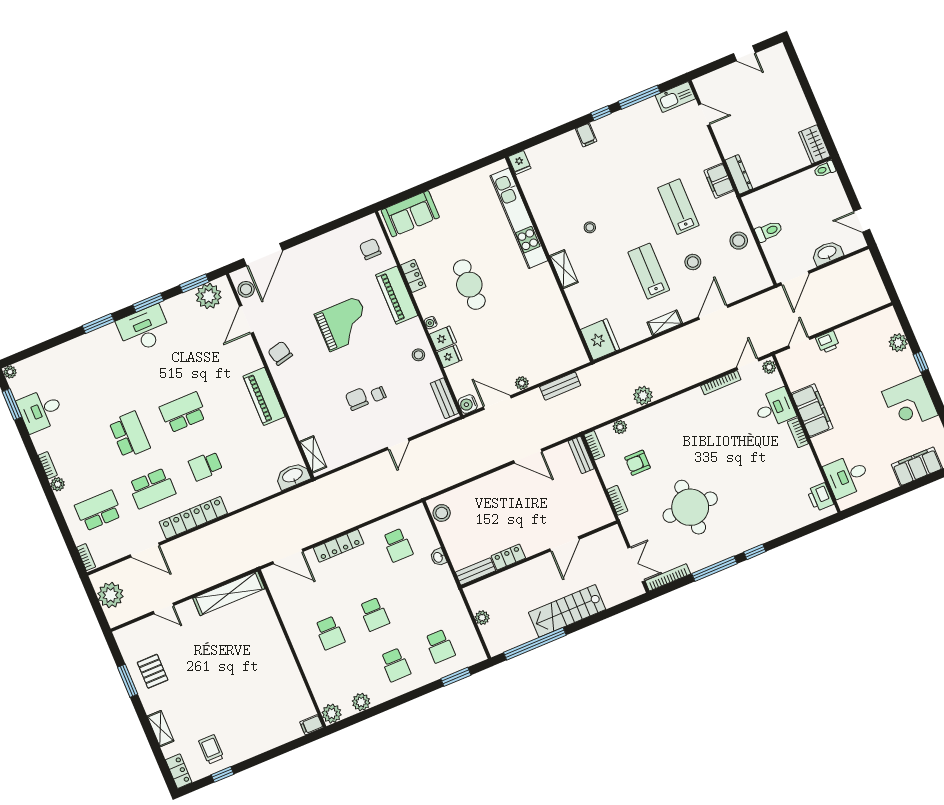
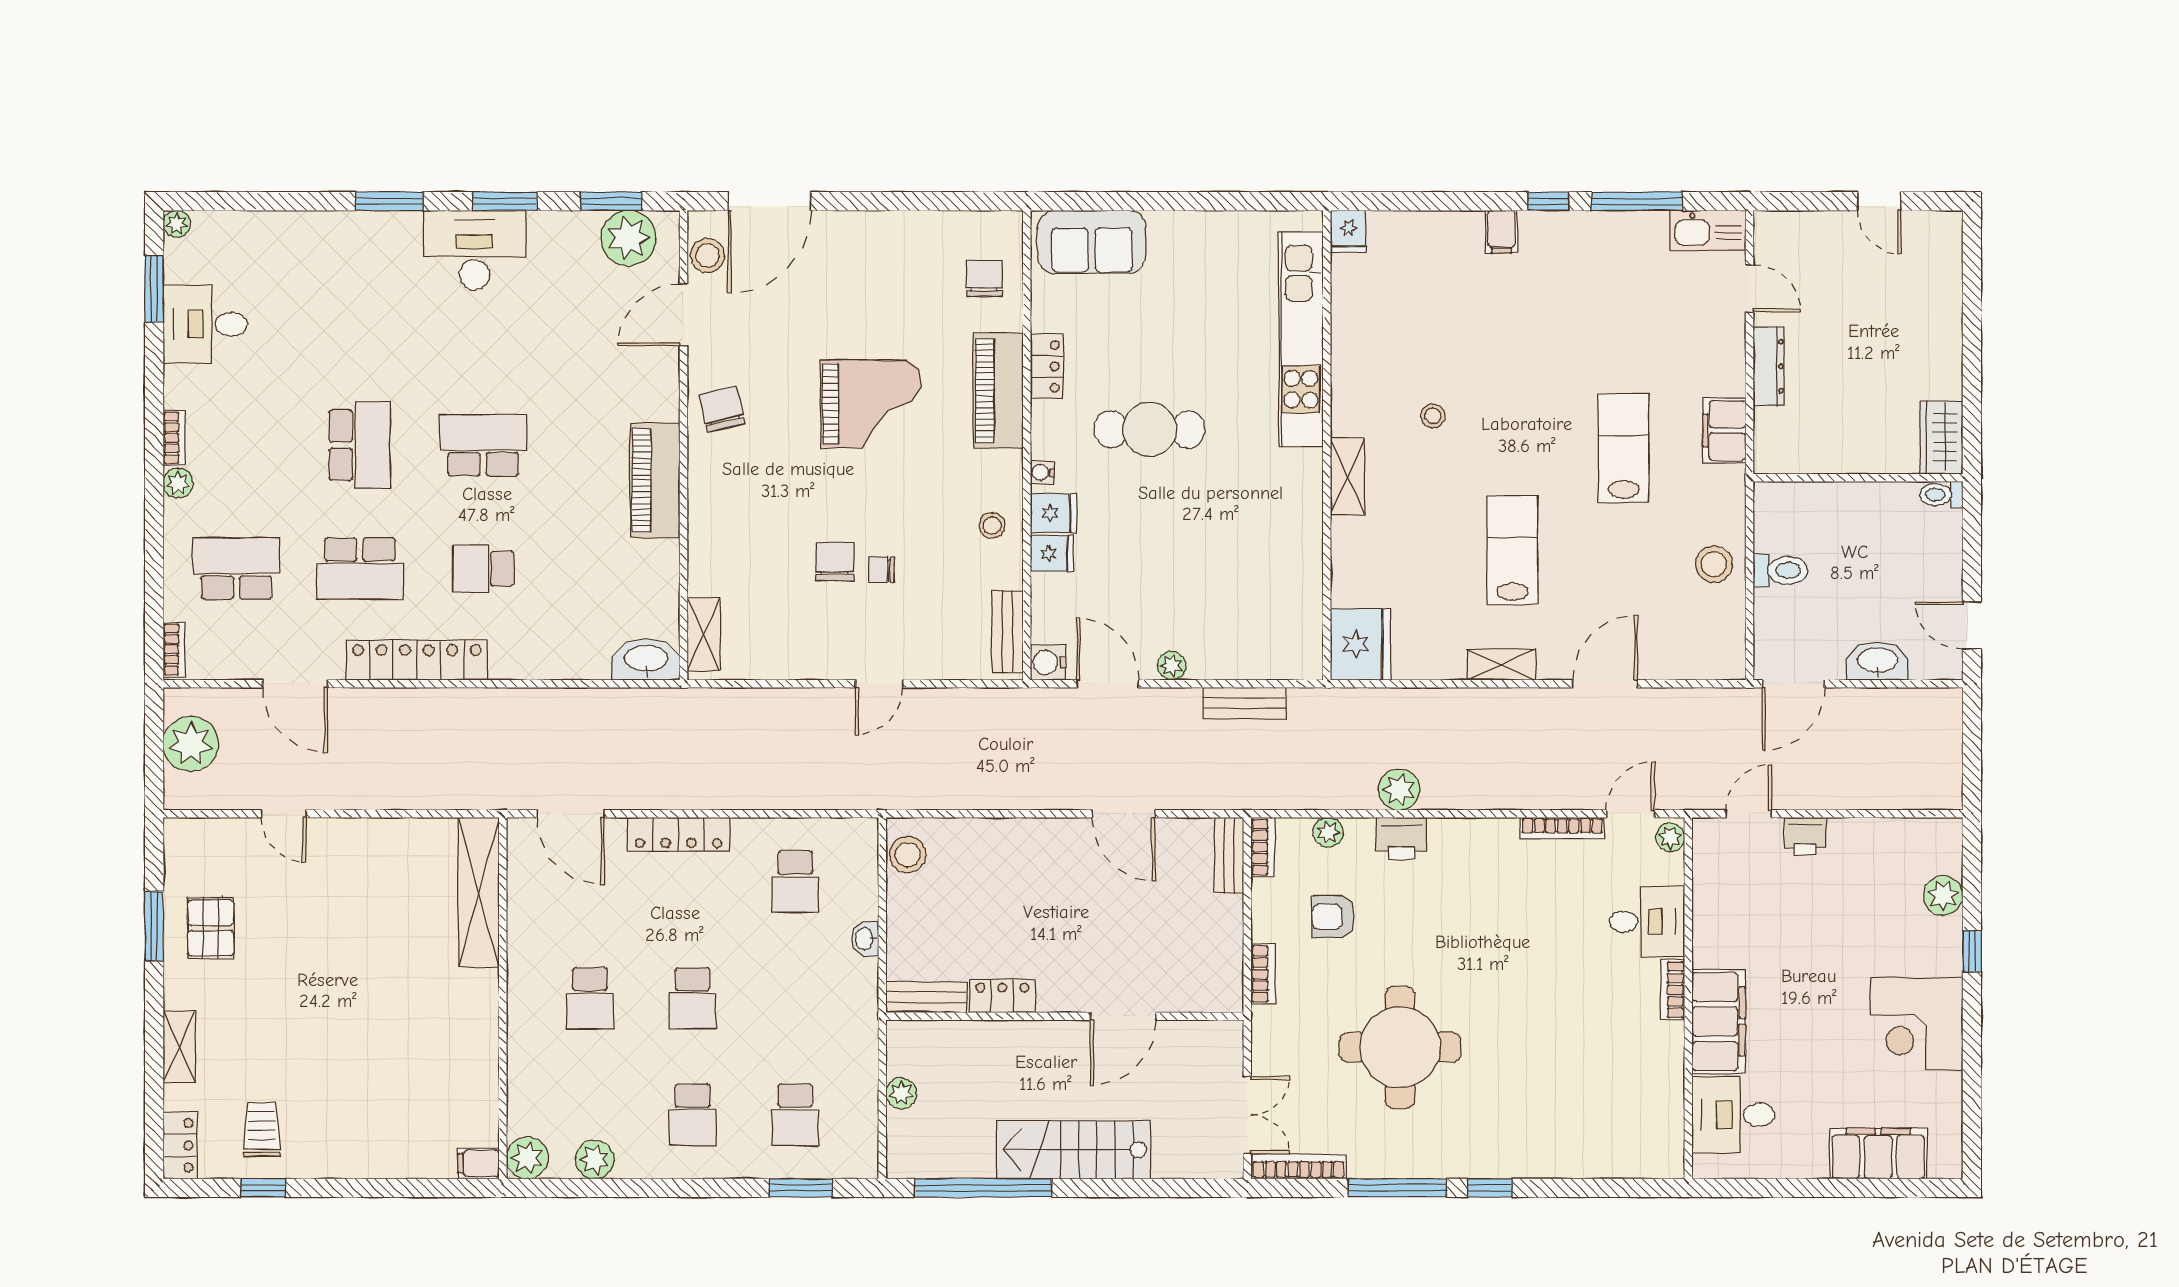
dresser: (739, 174) -> (1769, 366), moved
stool: (693, 262) -> (1606, 569), removed
cafe table: (469, 285) -> (1149, 429), turned 90
filing cabinet: (812, 411) -> (1719, 1021), moved
printer: (820, 497) -> (1402, 838), moved, turned -90
shelving: (229, 593) -> (479, 892), moved, turned 90

